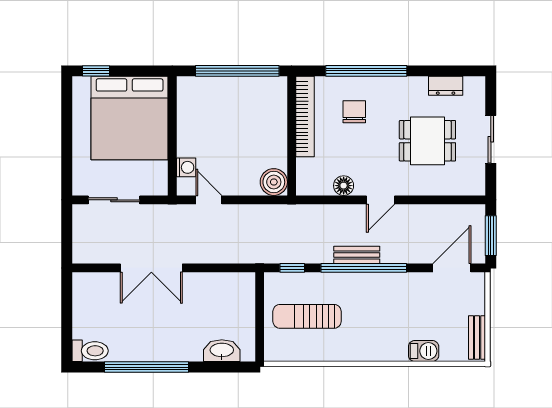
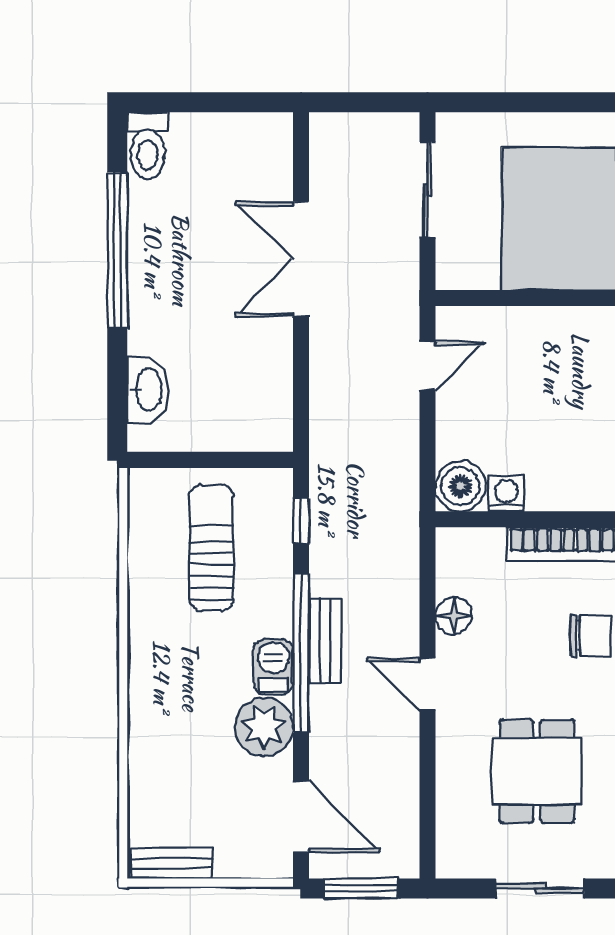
washing machine: (186, 167) -> (506, 494), moved, turned 180
plant: (404, 288) -> (264, 727), added
barbecue: (424, 351) -> (273, 667), moved, turned 180

